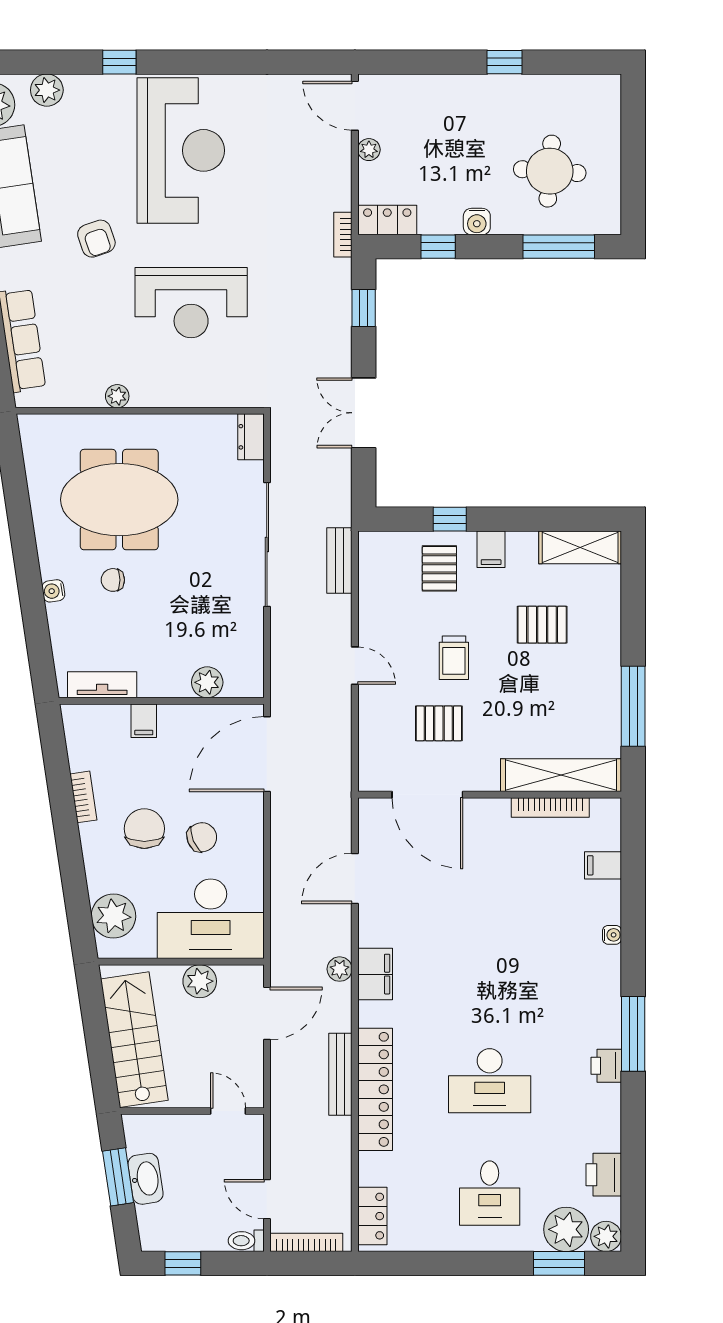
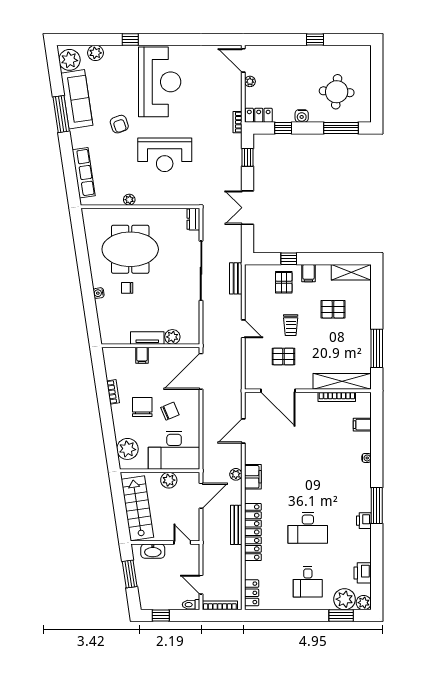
tv unit: (102, 685) -> (147, 338), moved
washbasin: (146, 1179) -> (153, 551), moved, turned 98

